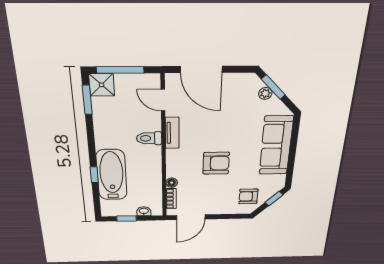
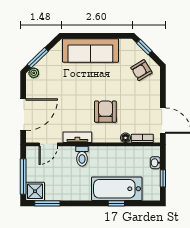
plant: (265, 93) -> (34, 73), moved
armchair: (216, 163) -> (105, 112), moved
armchair: (248, 196) -> (141, 70), turned 59

